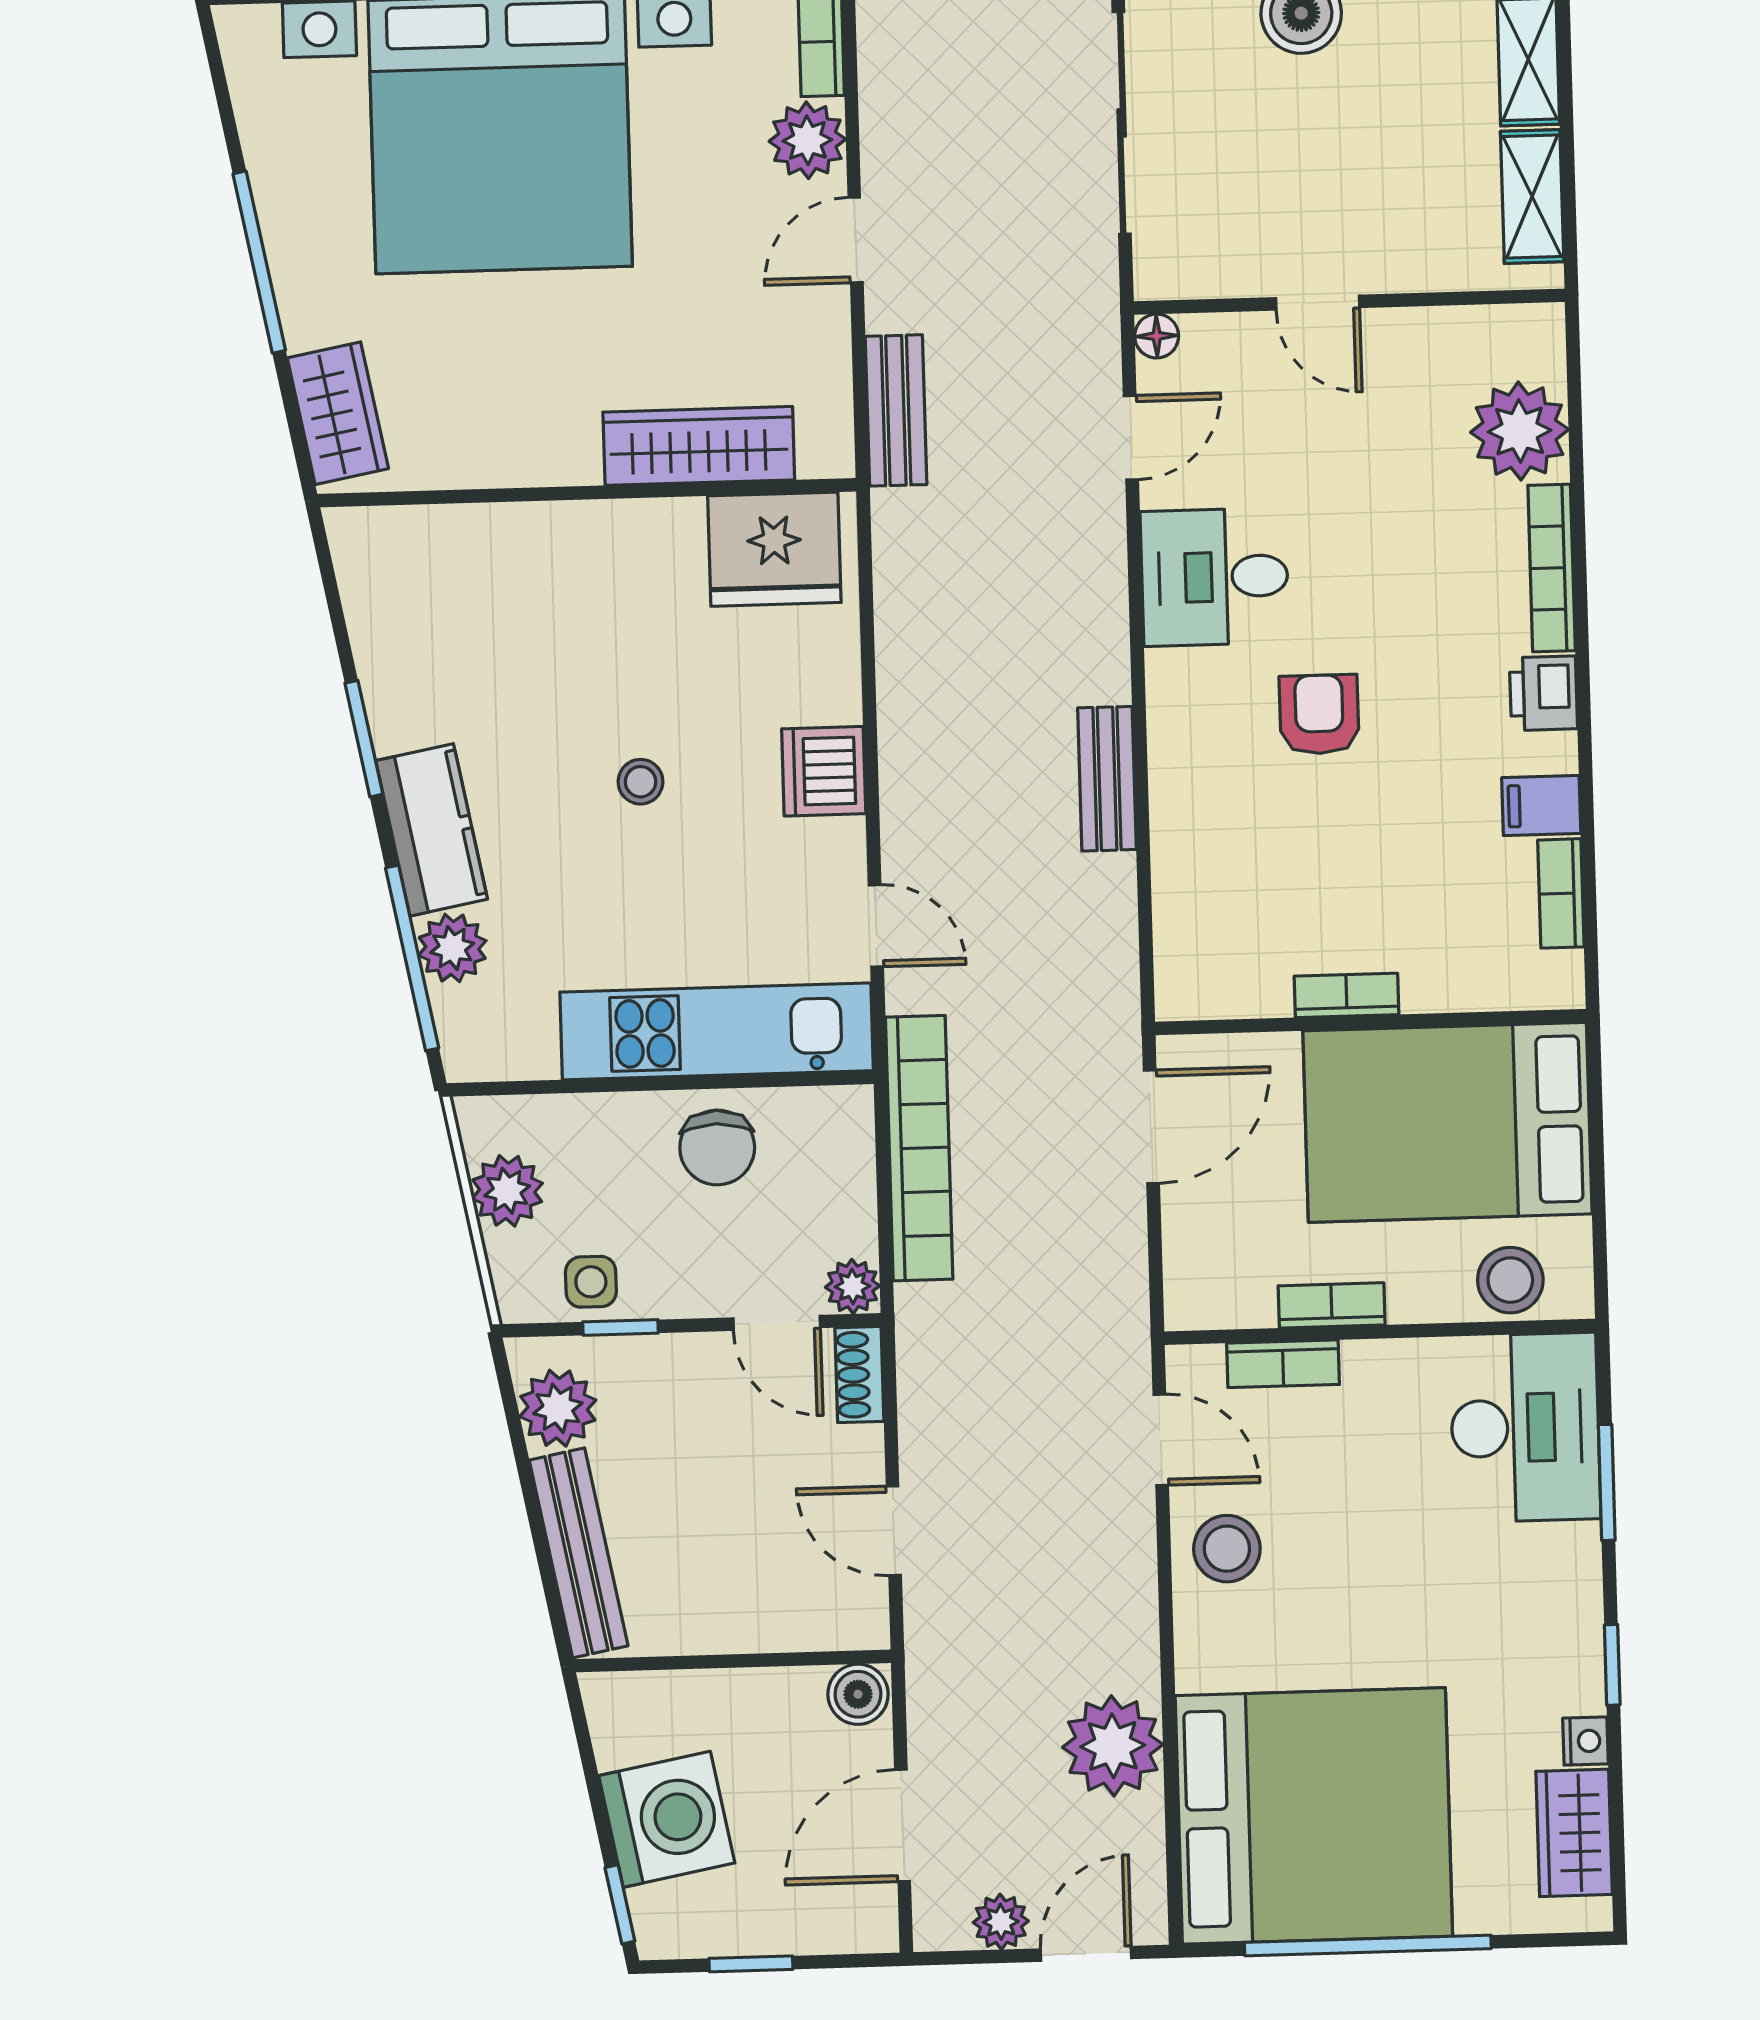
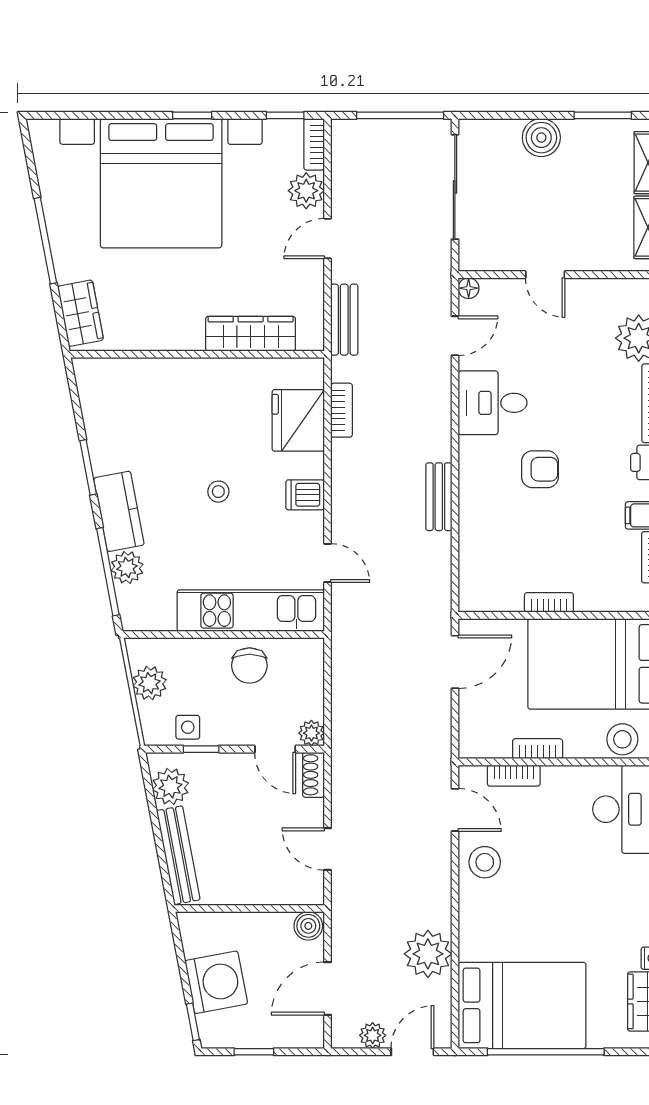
fridge: (774, 549) -> (298, 420), moved, turned 90
armchair: (1319, 714) -> (540, 469), turned 90
dishwasher: (824, 771) -> (305, 495), width x0.73
bookcase: (919, 1148) -> (342, 410), moved, width x0.43, depth x0.76
bed: (1314, 1816) -> (522, 1005), width x0.73

